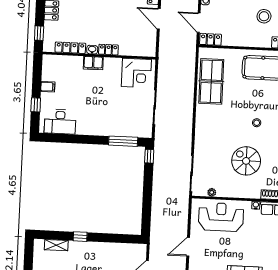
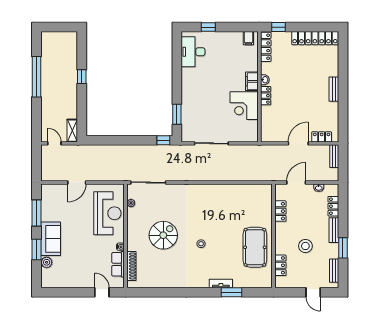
locker: (210, 39) -> (280, 211), moved
locker: (70, 48) -> (266, 47), moved
corner desk: (136, 73) -> (244, 106), moved
table tennis table: (211, 81) -> (239, 197), removed
filing cabinet: (48, 87) -> (248, 38), moved
window: (123, 141) -> (177, 114), width x0.69
shelving: (56, 245) -> (72, 131), moved
door: (188, 247) -> (77, 182), swing flipped

